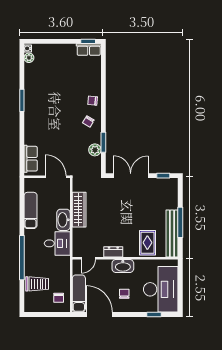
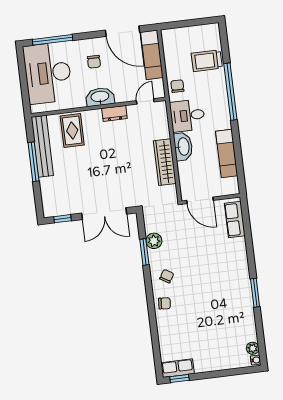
chair: (59, 298) -> (177, 86), moved
window: (154, 315) -> (53, 40), width x2.17

